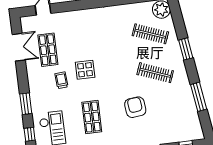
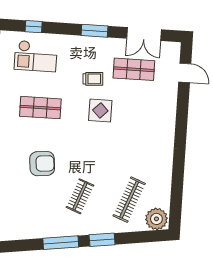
clothes rail: (155, 73) -> (80, 196), width x0.73
window: (199, 97) -> (61, 243), moved
window: (26, 104) -> (94, 31), moved

